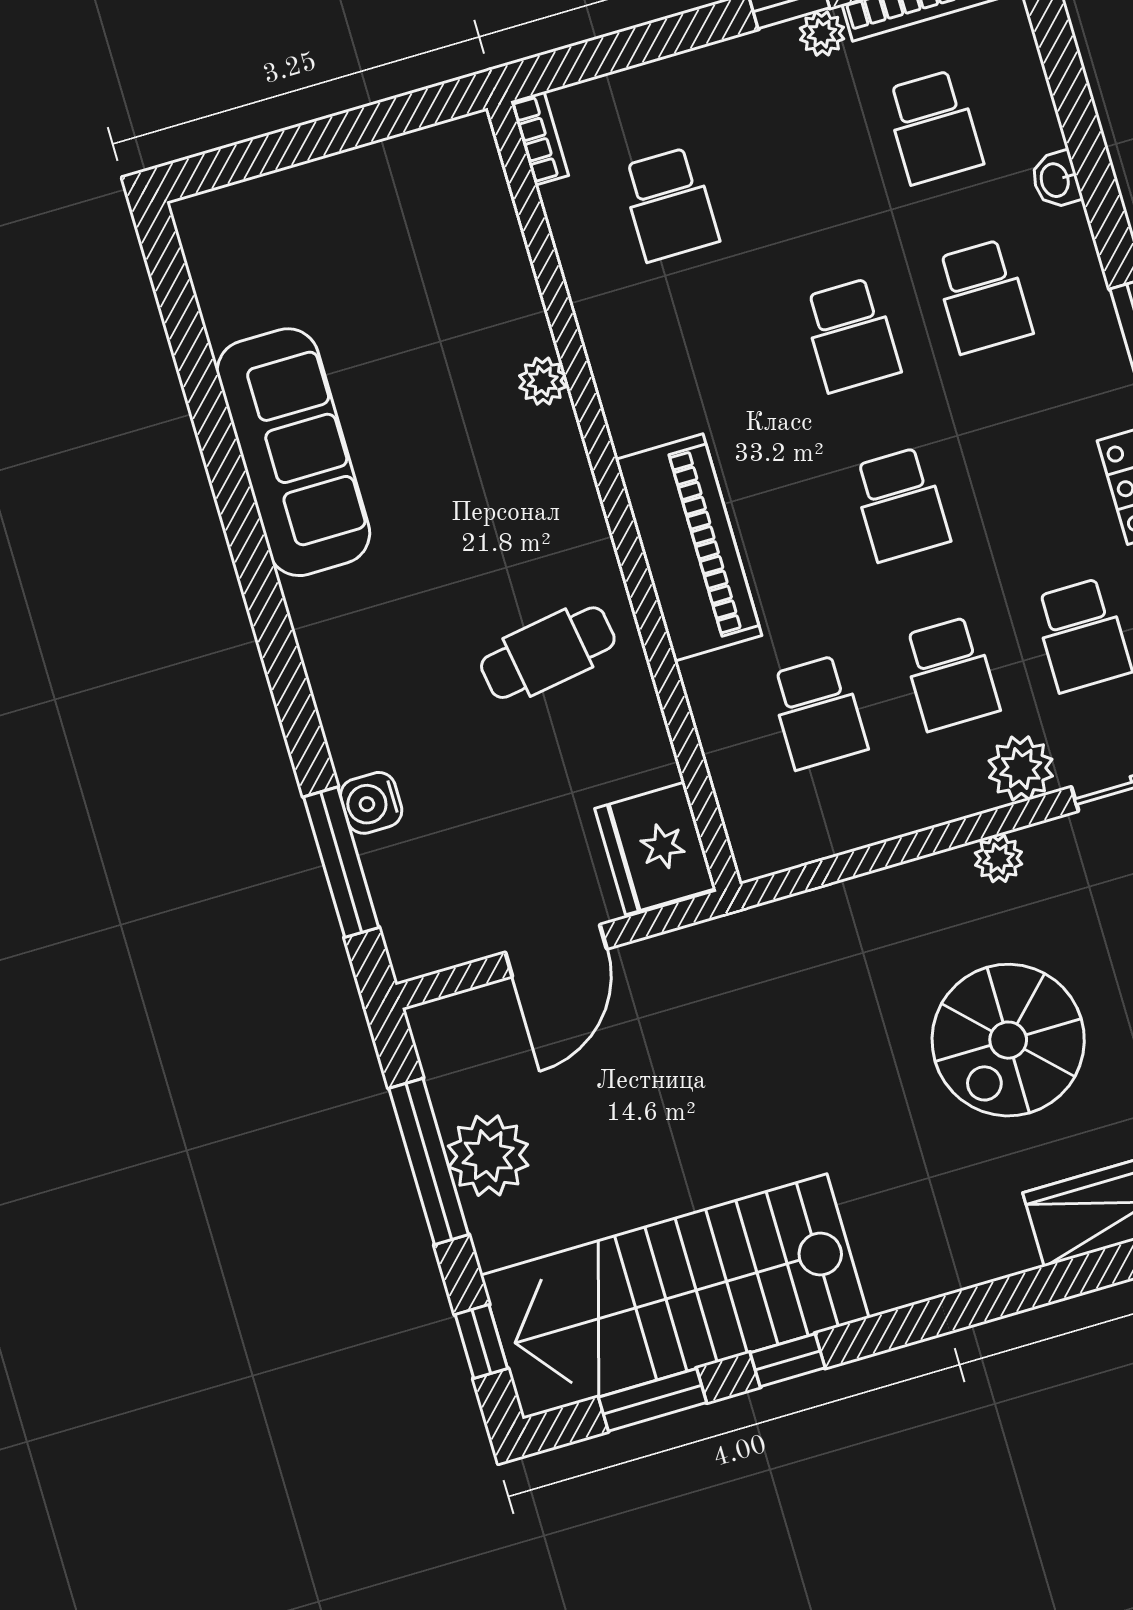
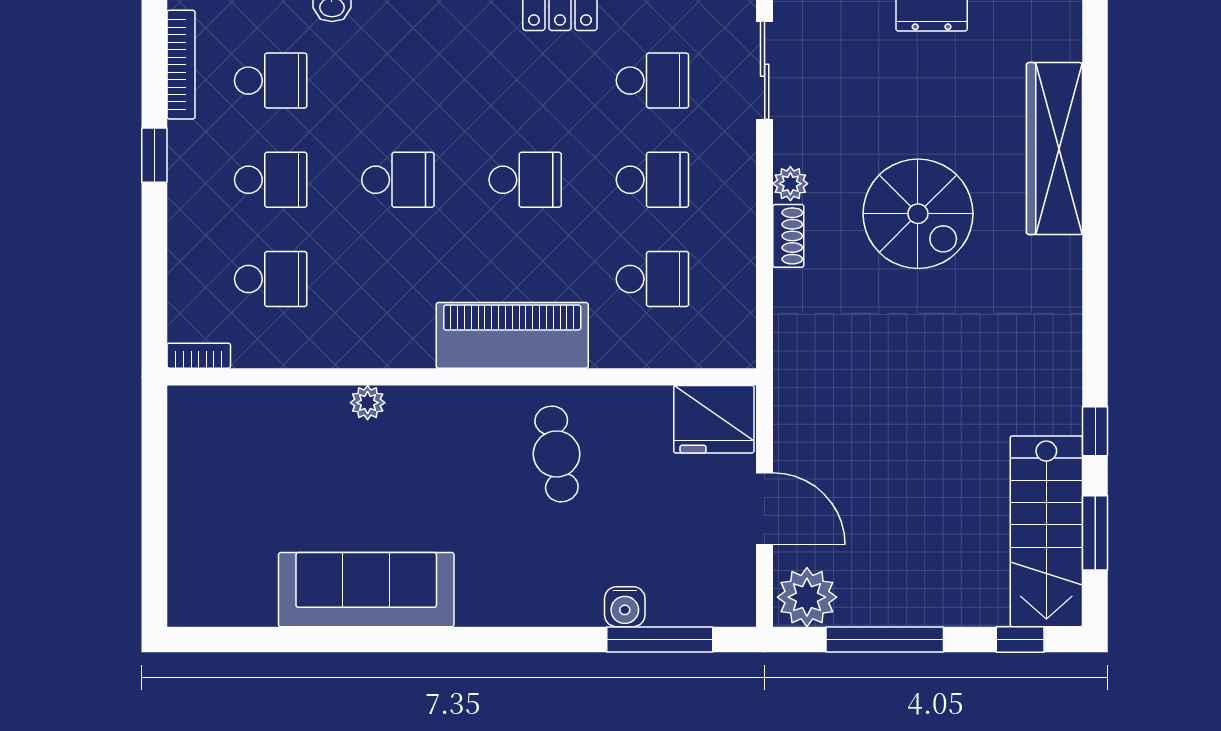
plant: (822, 33) -> (183, 139), removed
school desk: (983, 296) -> (271, 180), moved
plant: (1021, 768) -> (732, 150), removed
shoe rack: (928, 876) -> (788, 236), added
plant: (488, 1156) -> (807, 597), moved
stairs: (675, 1297) -> (1046, 531), width x0.73, depth x0.66

